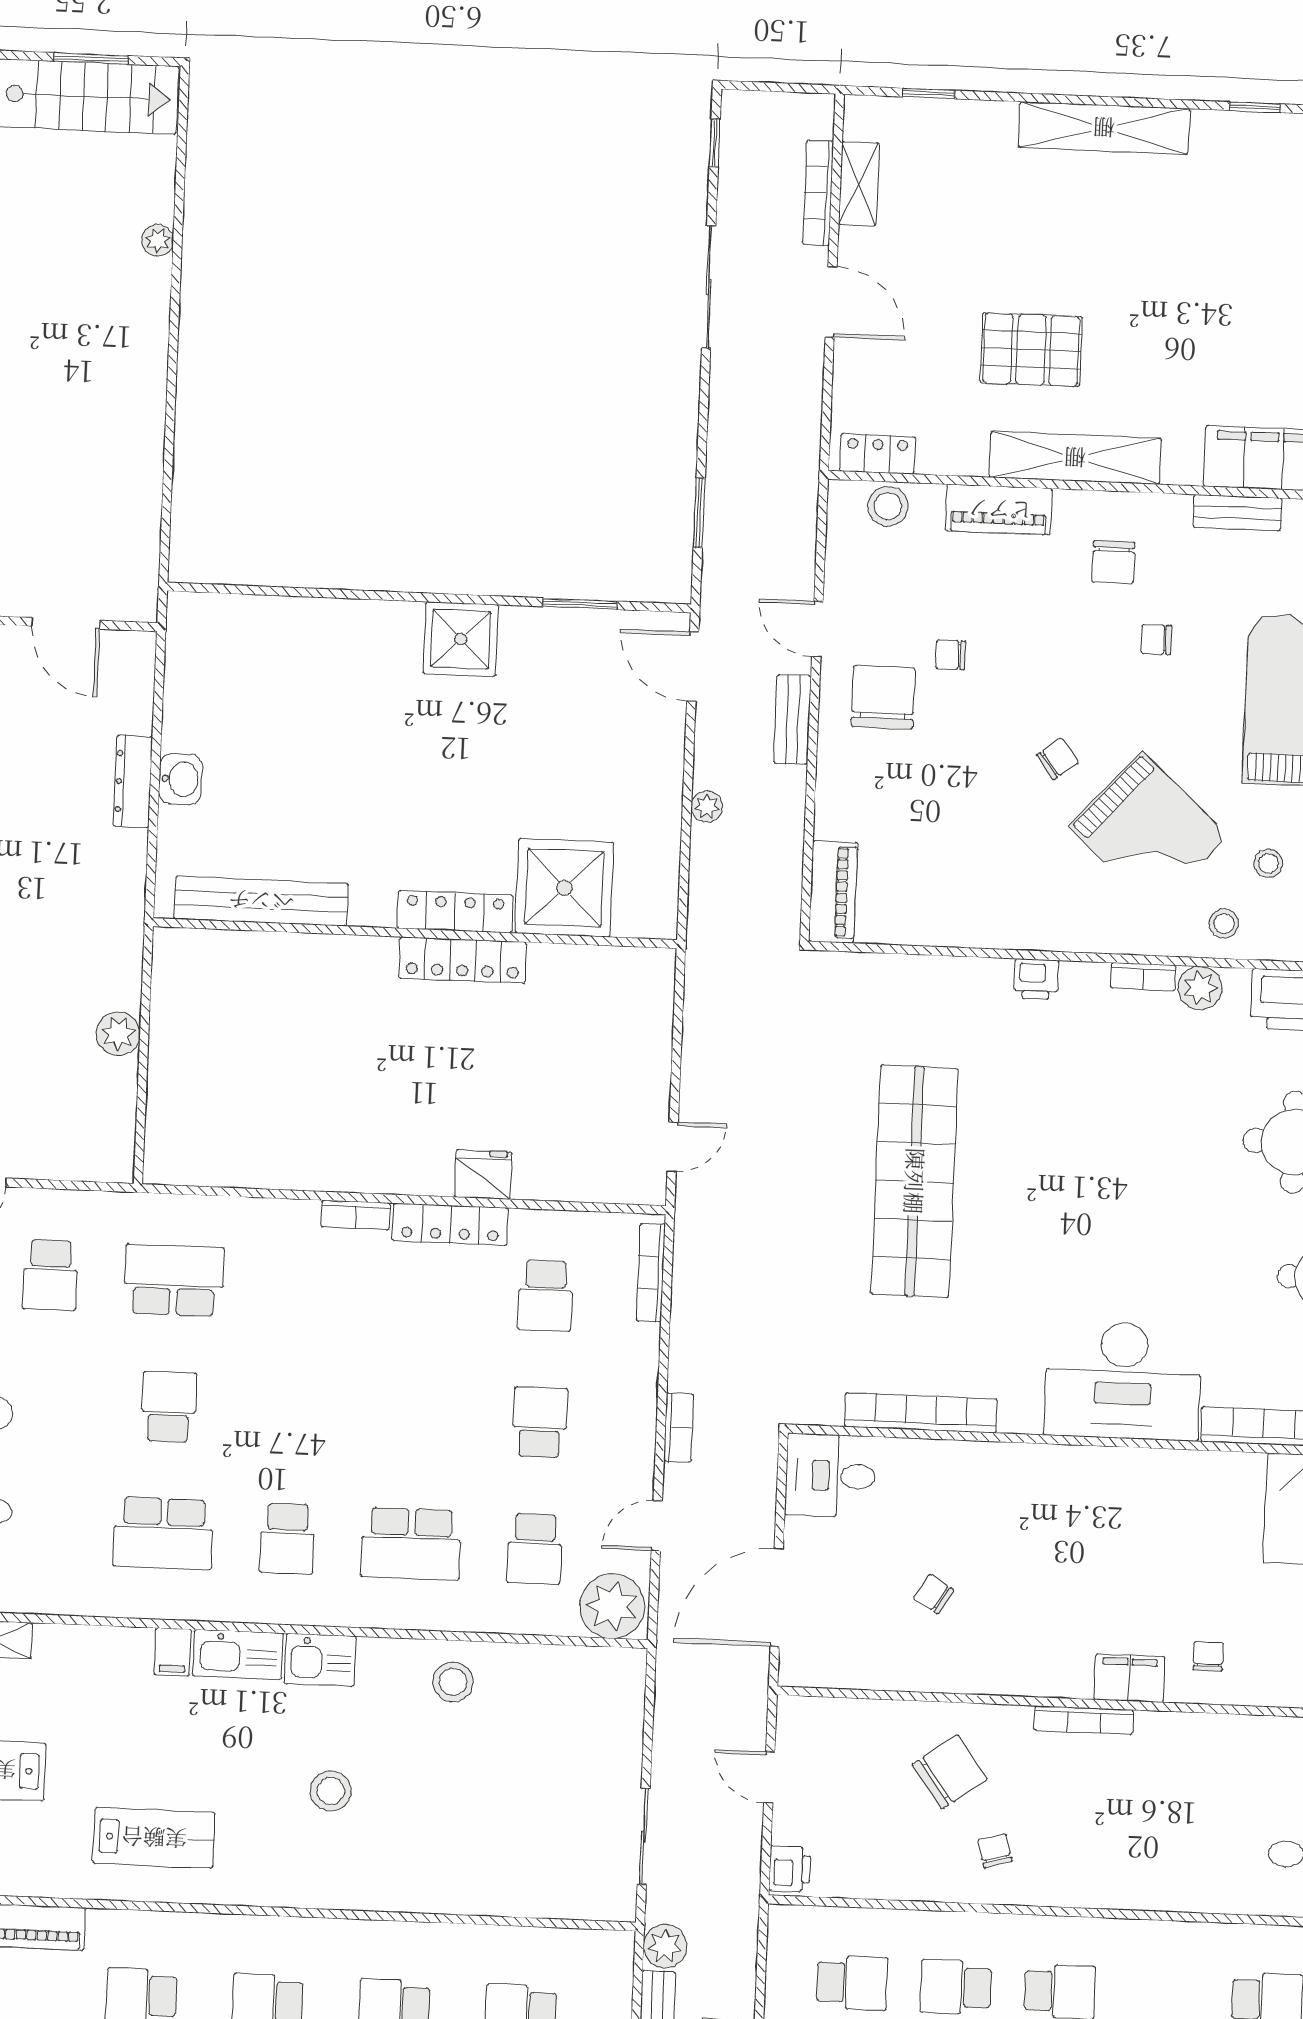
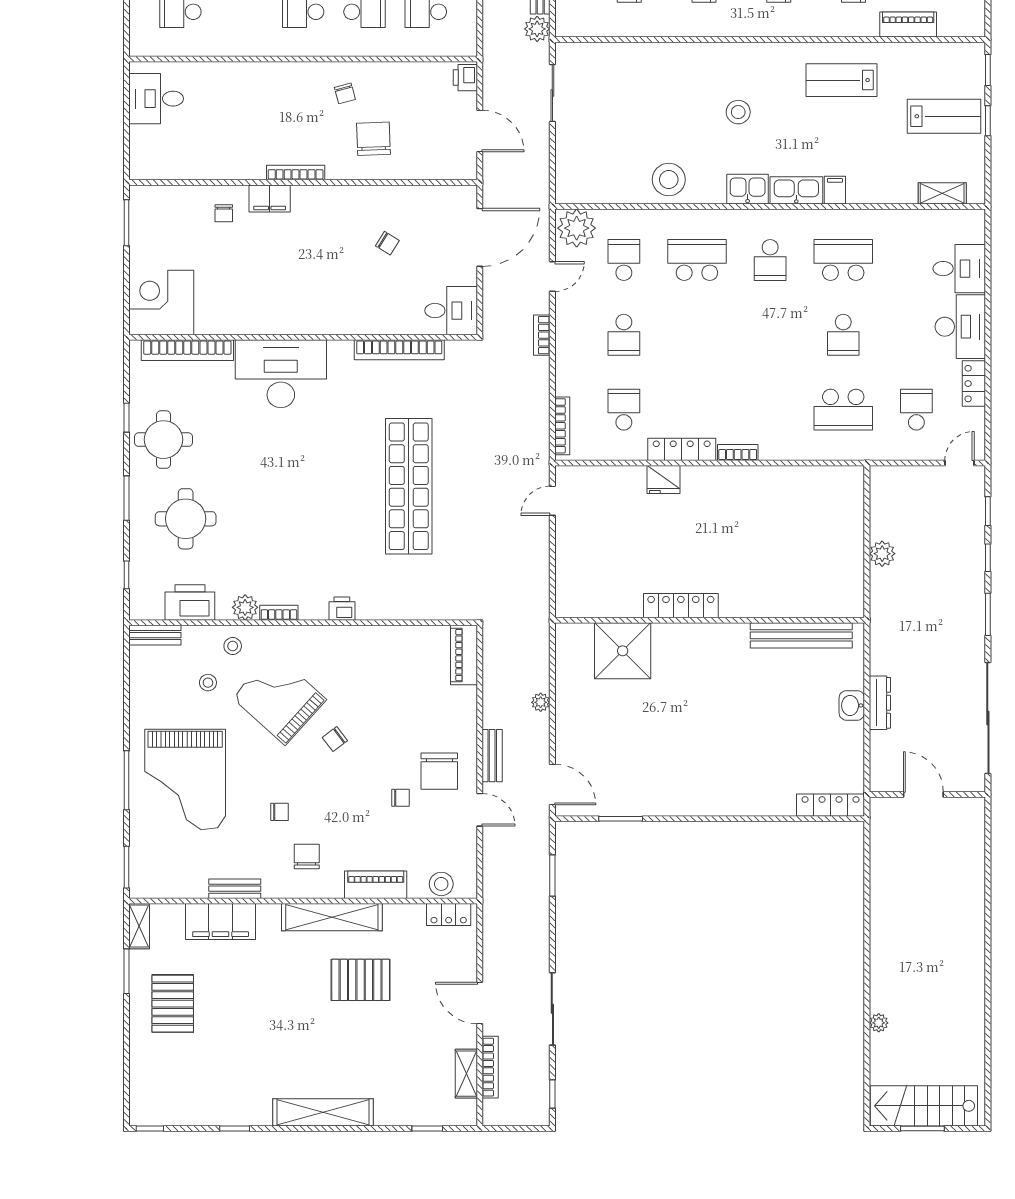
shower: (461, 639) -> (690, 795), removed
locker: (455, 912) -> (831, 805), moved, turned 180
school desk: (287, 1538) -> (770, 260), turned 180
stool: (453, 1682) -> (669, 180), width x1.38, depth x1.38
chair: (950, 1772) -> (373, 139), turned 124
door: (769, 1777) -> (480, 131), width x1.38

